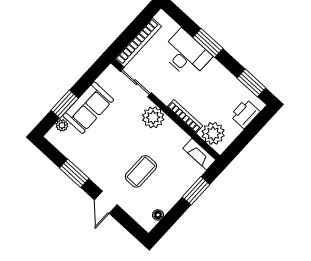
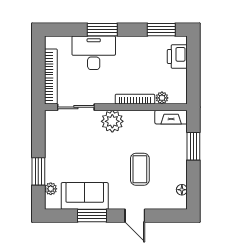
sofa: (88, 108) -> (85, 196), moved, turned -90
plant: (213, 133) -> (162, 98), width x0.53, depth x0.53

